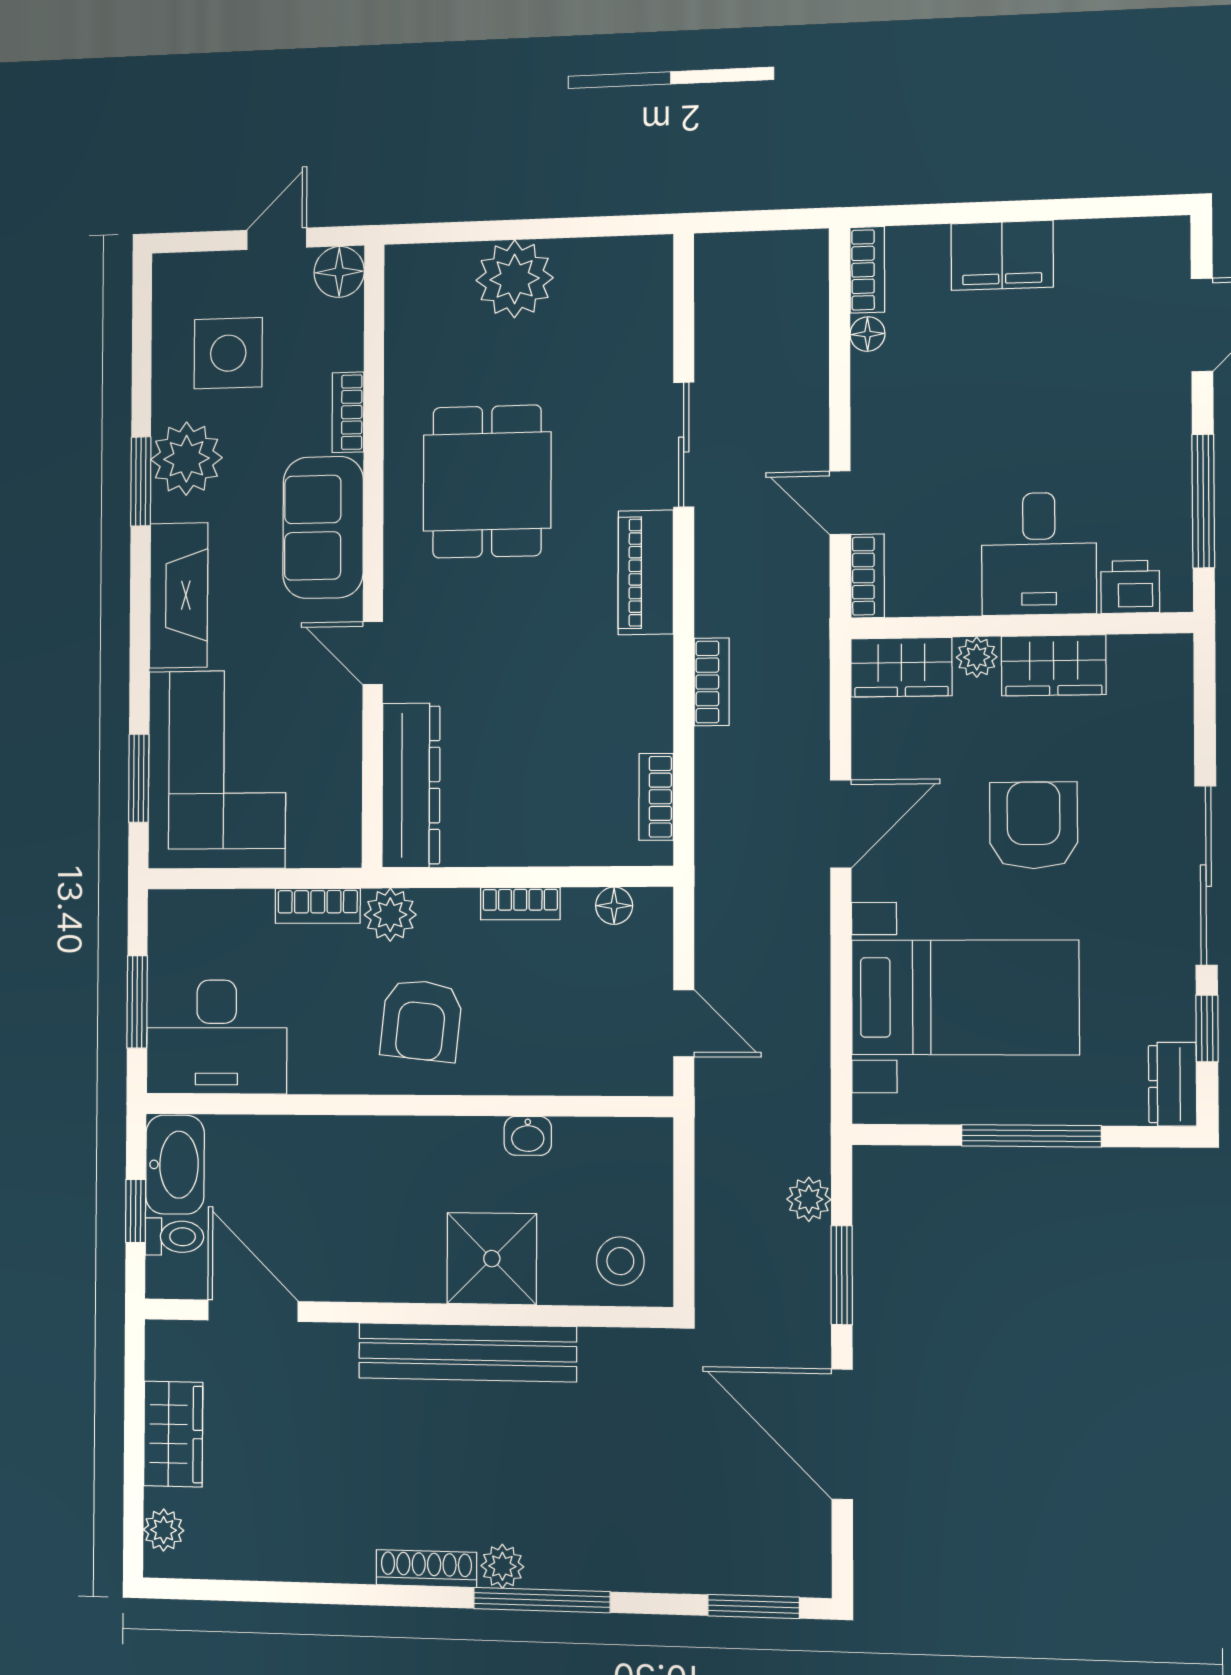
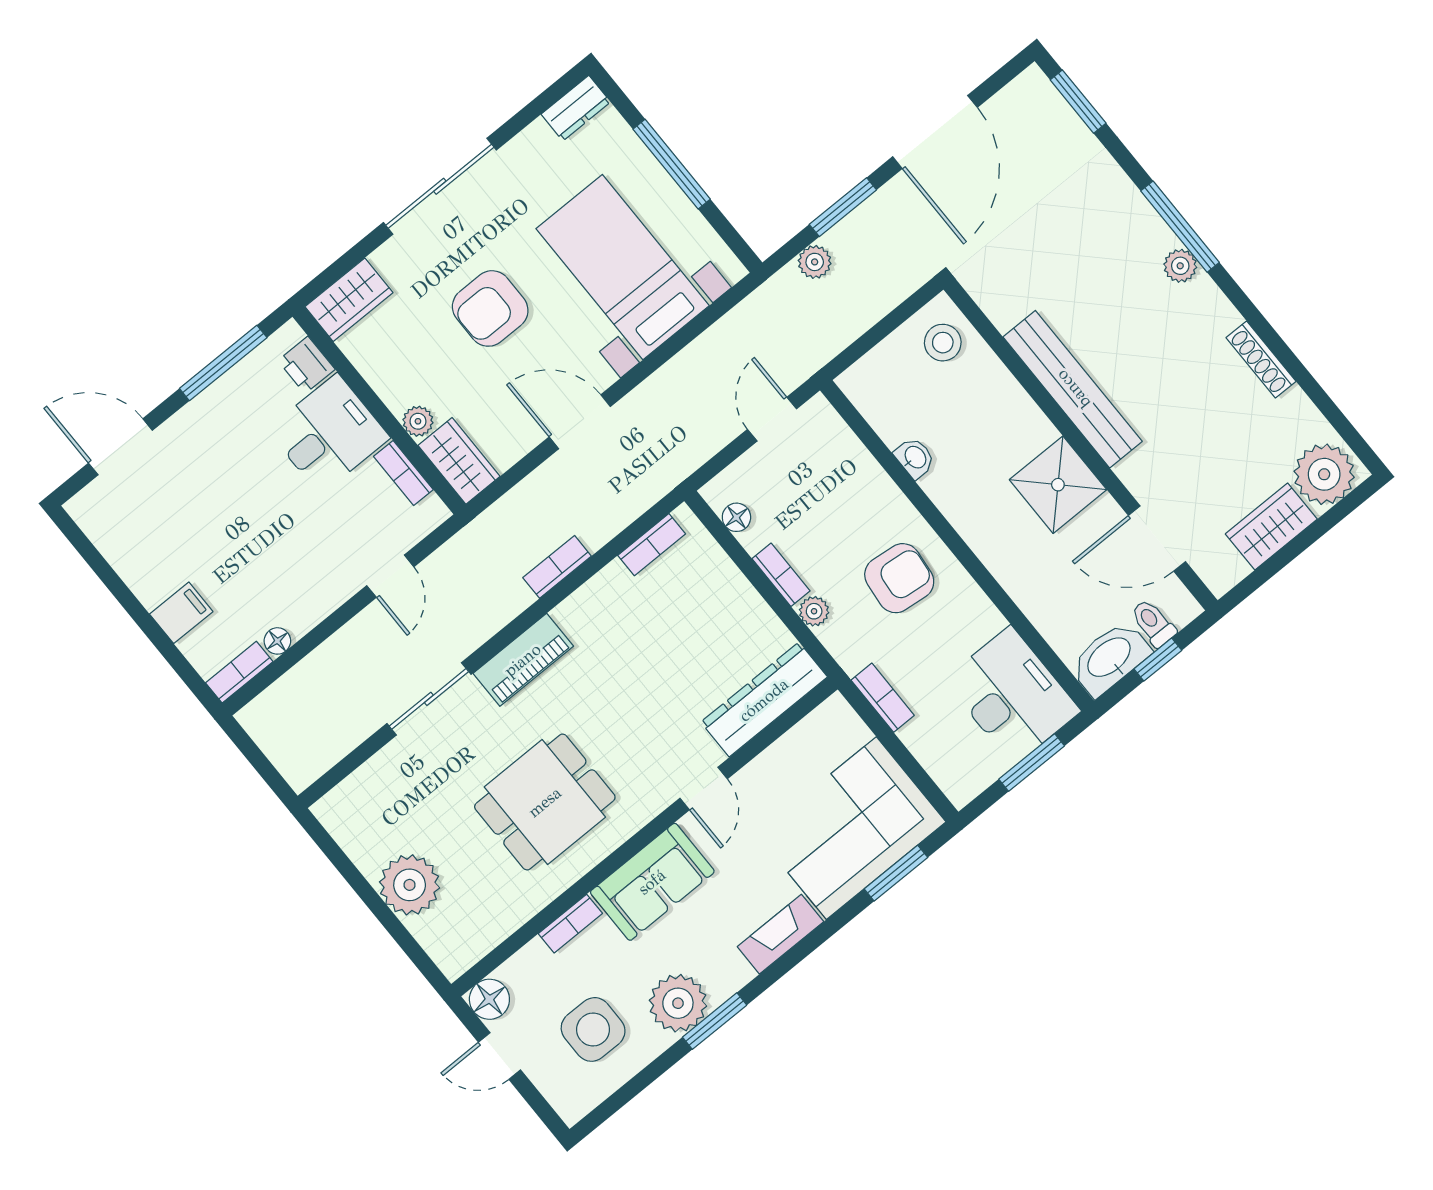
filing cabinet: (1002, 255) -> (181, 613), width x0.50
bookcase: (867, 576) -> (403, 473), moved, turned -90
fireplace: (179, 595) -> (780, 934), width x0.73, depth x0.76
wardrobe: (1054, 665) -> (349, 300), moved, turned 90
plant: (390, 915) -> (814, 611), moved, width x0.73, depth x0.73
window: (1207, 1028) -> (528, 115), removed
shower: (492, 1259) -> (1058, 485), moved
door: (253, 1311) -> (1157, 538), hinge flipped
plant: (164, 1530) -> (1324, 474), width x1.87, depth x1.87
shoe rack: (426, 1568) -> (1261, 359), moved

